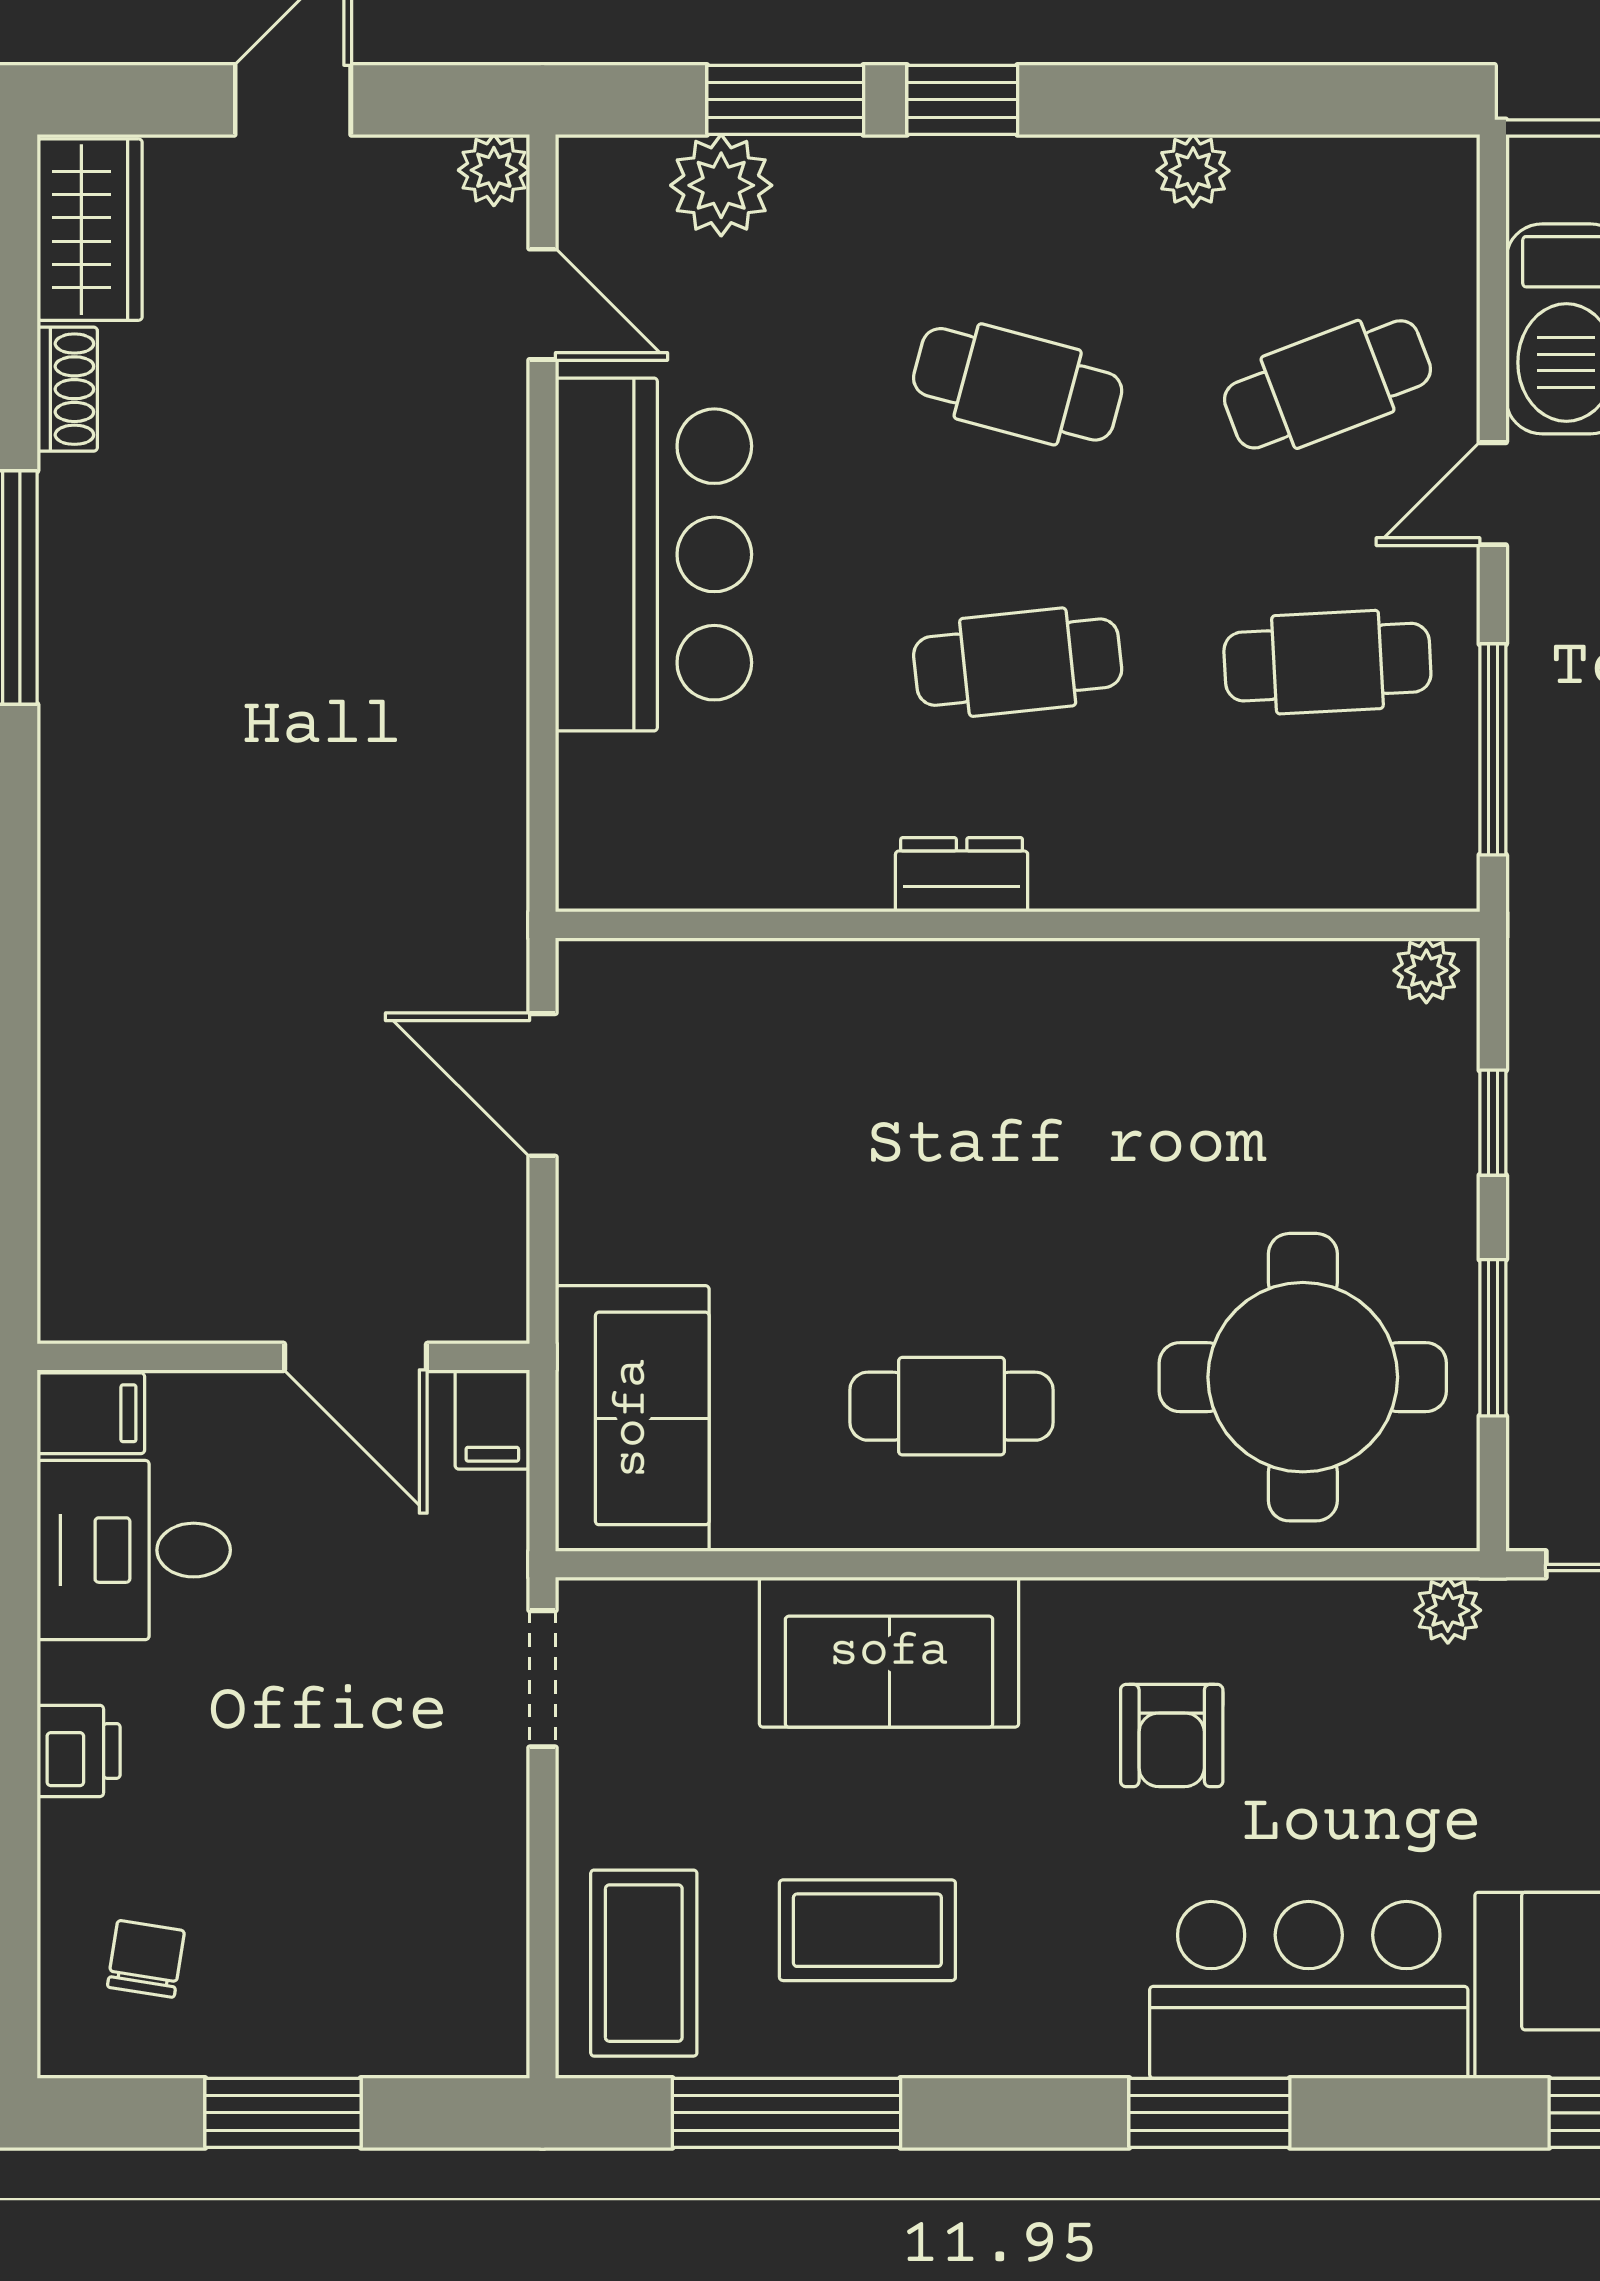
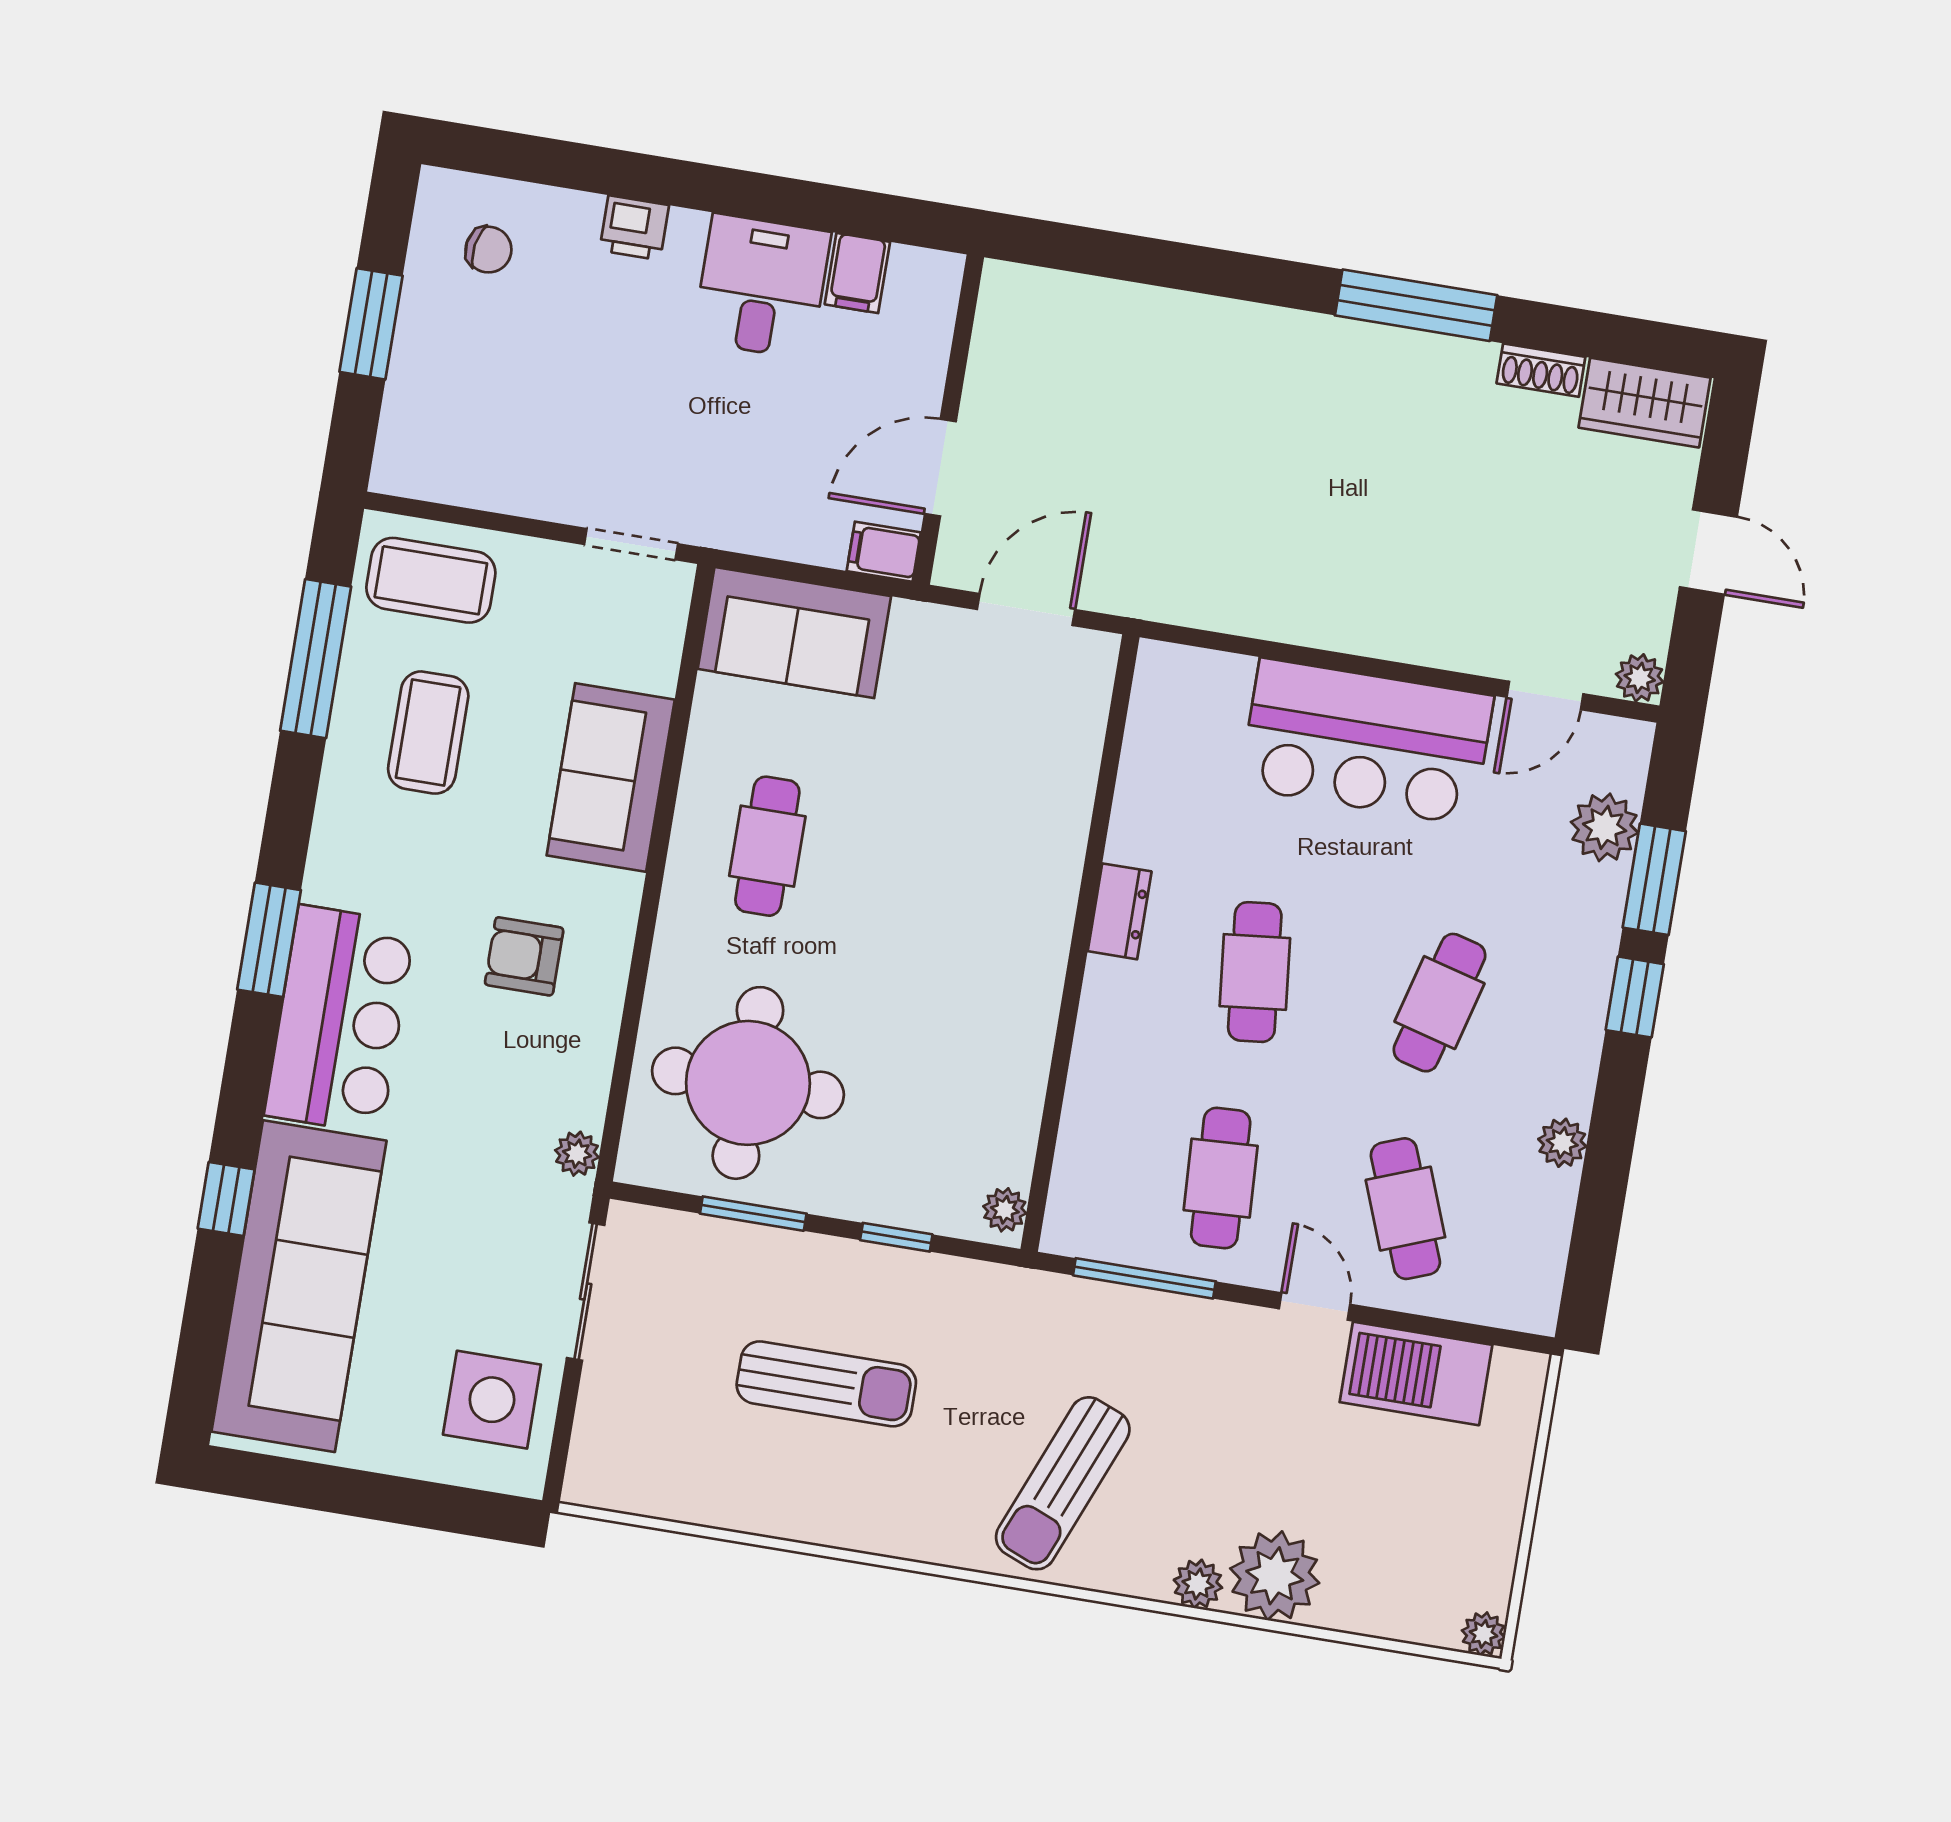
wall: (283, 1357) -> (948, 420), moved
door: (355, 1357) -> (940, 468), moved
filing cabinet: (492, 1419) -> (884, 552), moved

